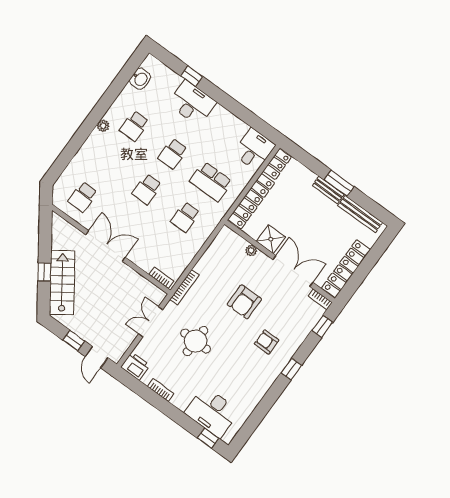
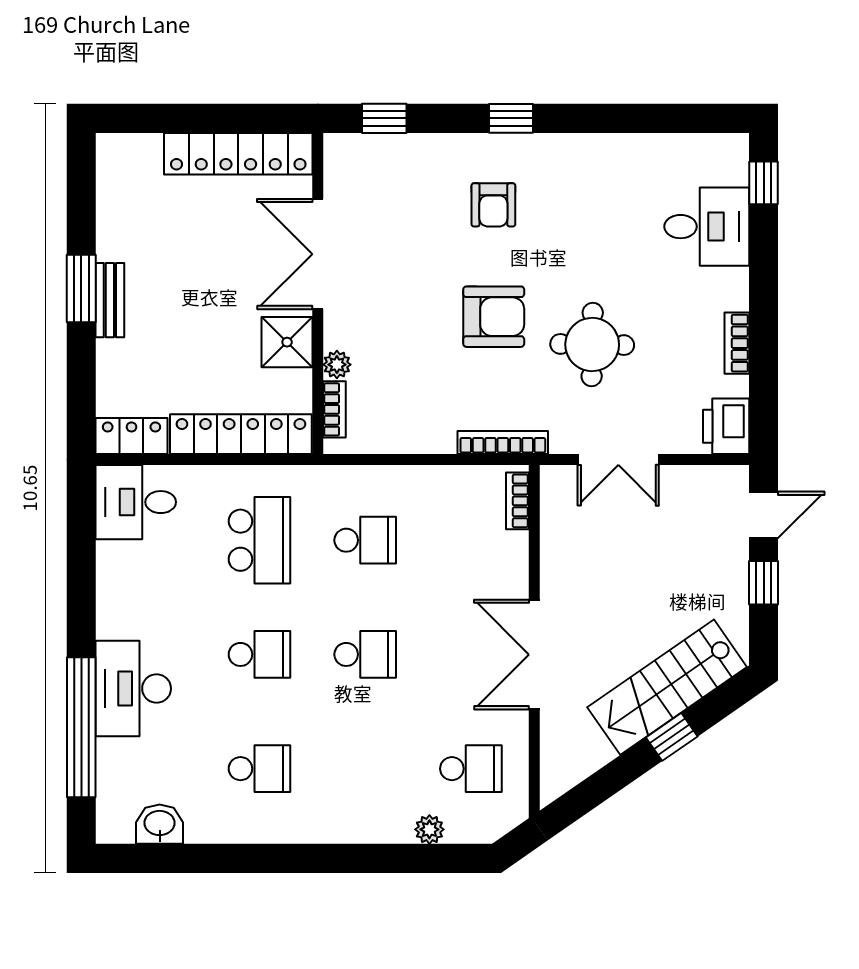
window: (192, 76) -> (81, 727), width x3.17
plant: (103, 126) -> (429, 829), moved
bench: (360, 214) -> (111, 204), removed
bookcase: (320, 299) -> (334, 409), moved
armchair: (244, 302) -> (494, 317), moved
desk: (212, 412) -> (707, 227), width x0.73

